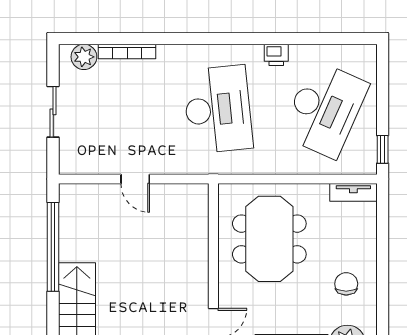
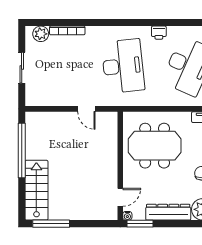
door: (135, 179) -> (86, 109), moved
meeting table: (269, 239) -> (155, 146), turned 90

